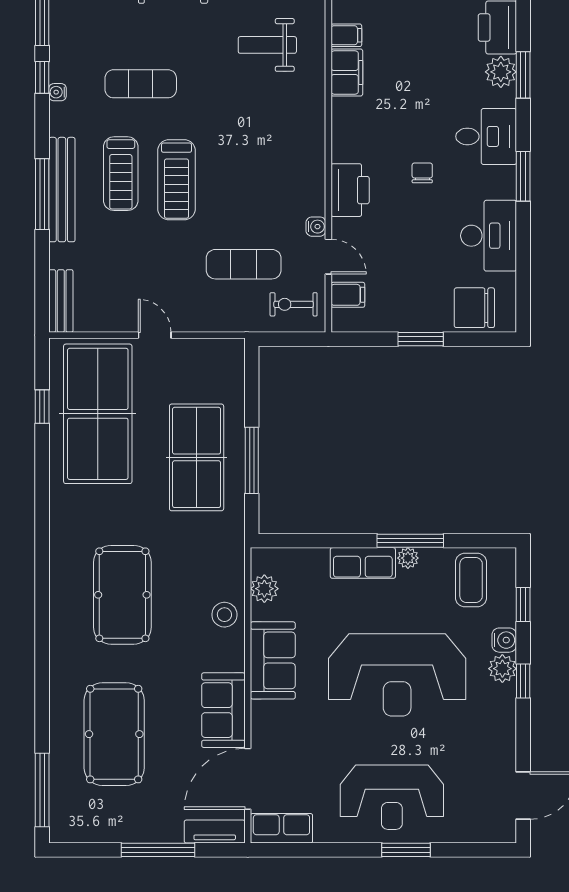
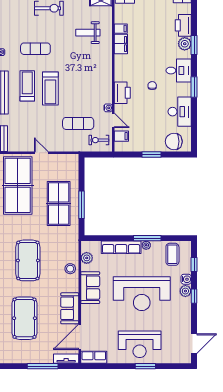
treadmill: (121, 174) -> (27, 86), turned 180
row of seats: (363, 563) -> (121, 247), width x1.48

